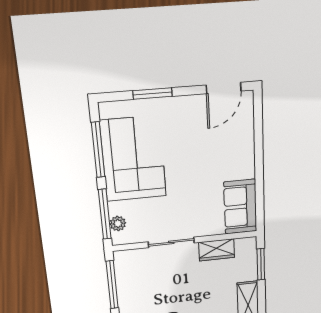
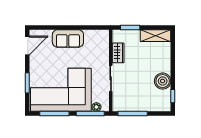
door: (224, 88) -> (27, 45), hinge flipped
corner sofa: (133, 159) -> (61, 90), width x1.36, depth x1.36
sofa: (240, 207) -> (68, 38), moved

